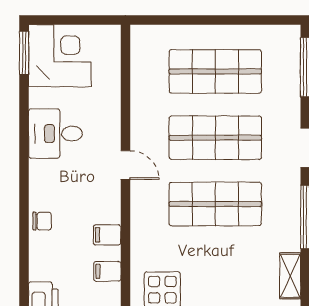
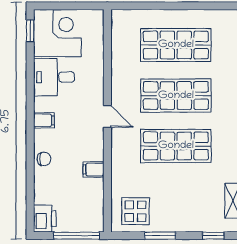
window: (24, 53) -> (30, 31), width x0.67
desk: (55, 134) -> (54, 77), moved
filing cabinet: (107, 271) -> (44, 120), moved, turned 180

